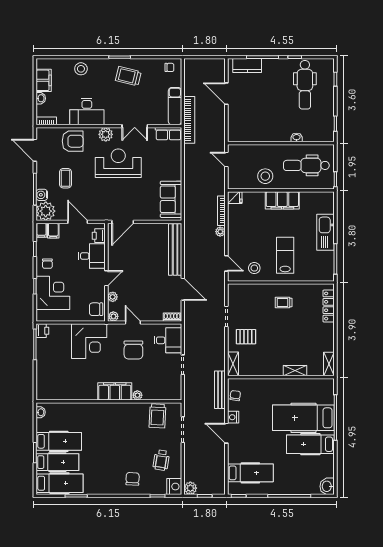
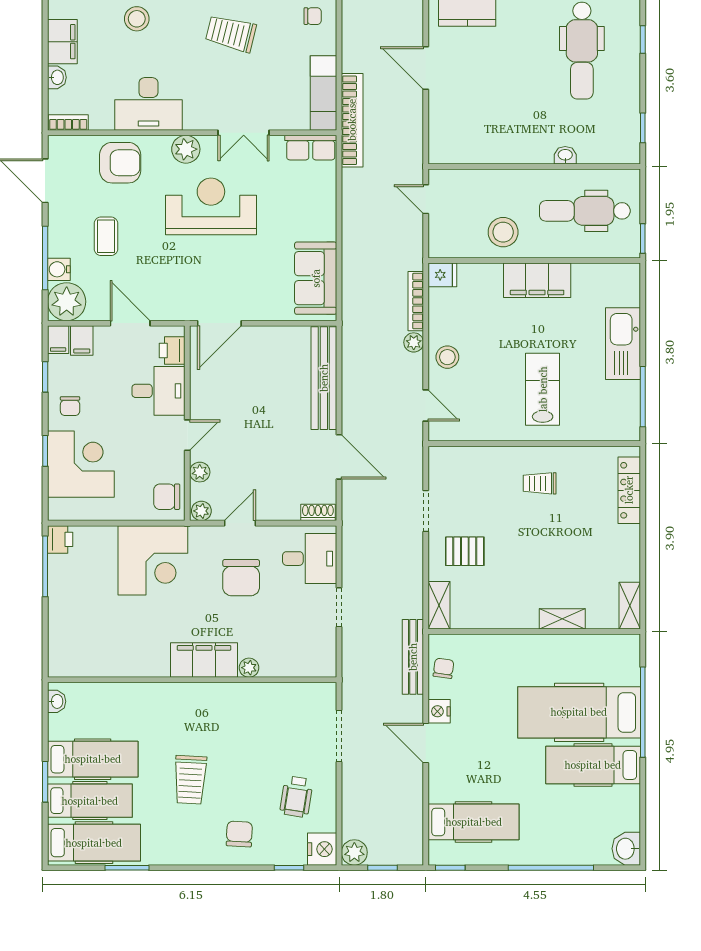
stool: (254, 268) -> (447, 357), moved
door: (133, 323) -> (240, 523), hinge flipped
trolley: (157, 416) -> (190, 780), moved

